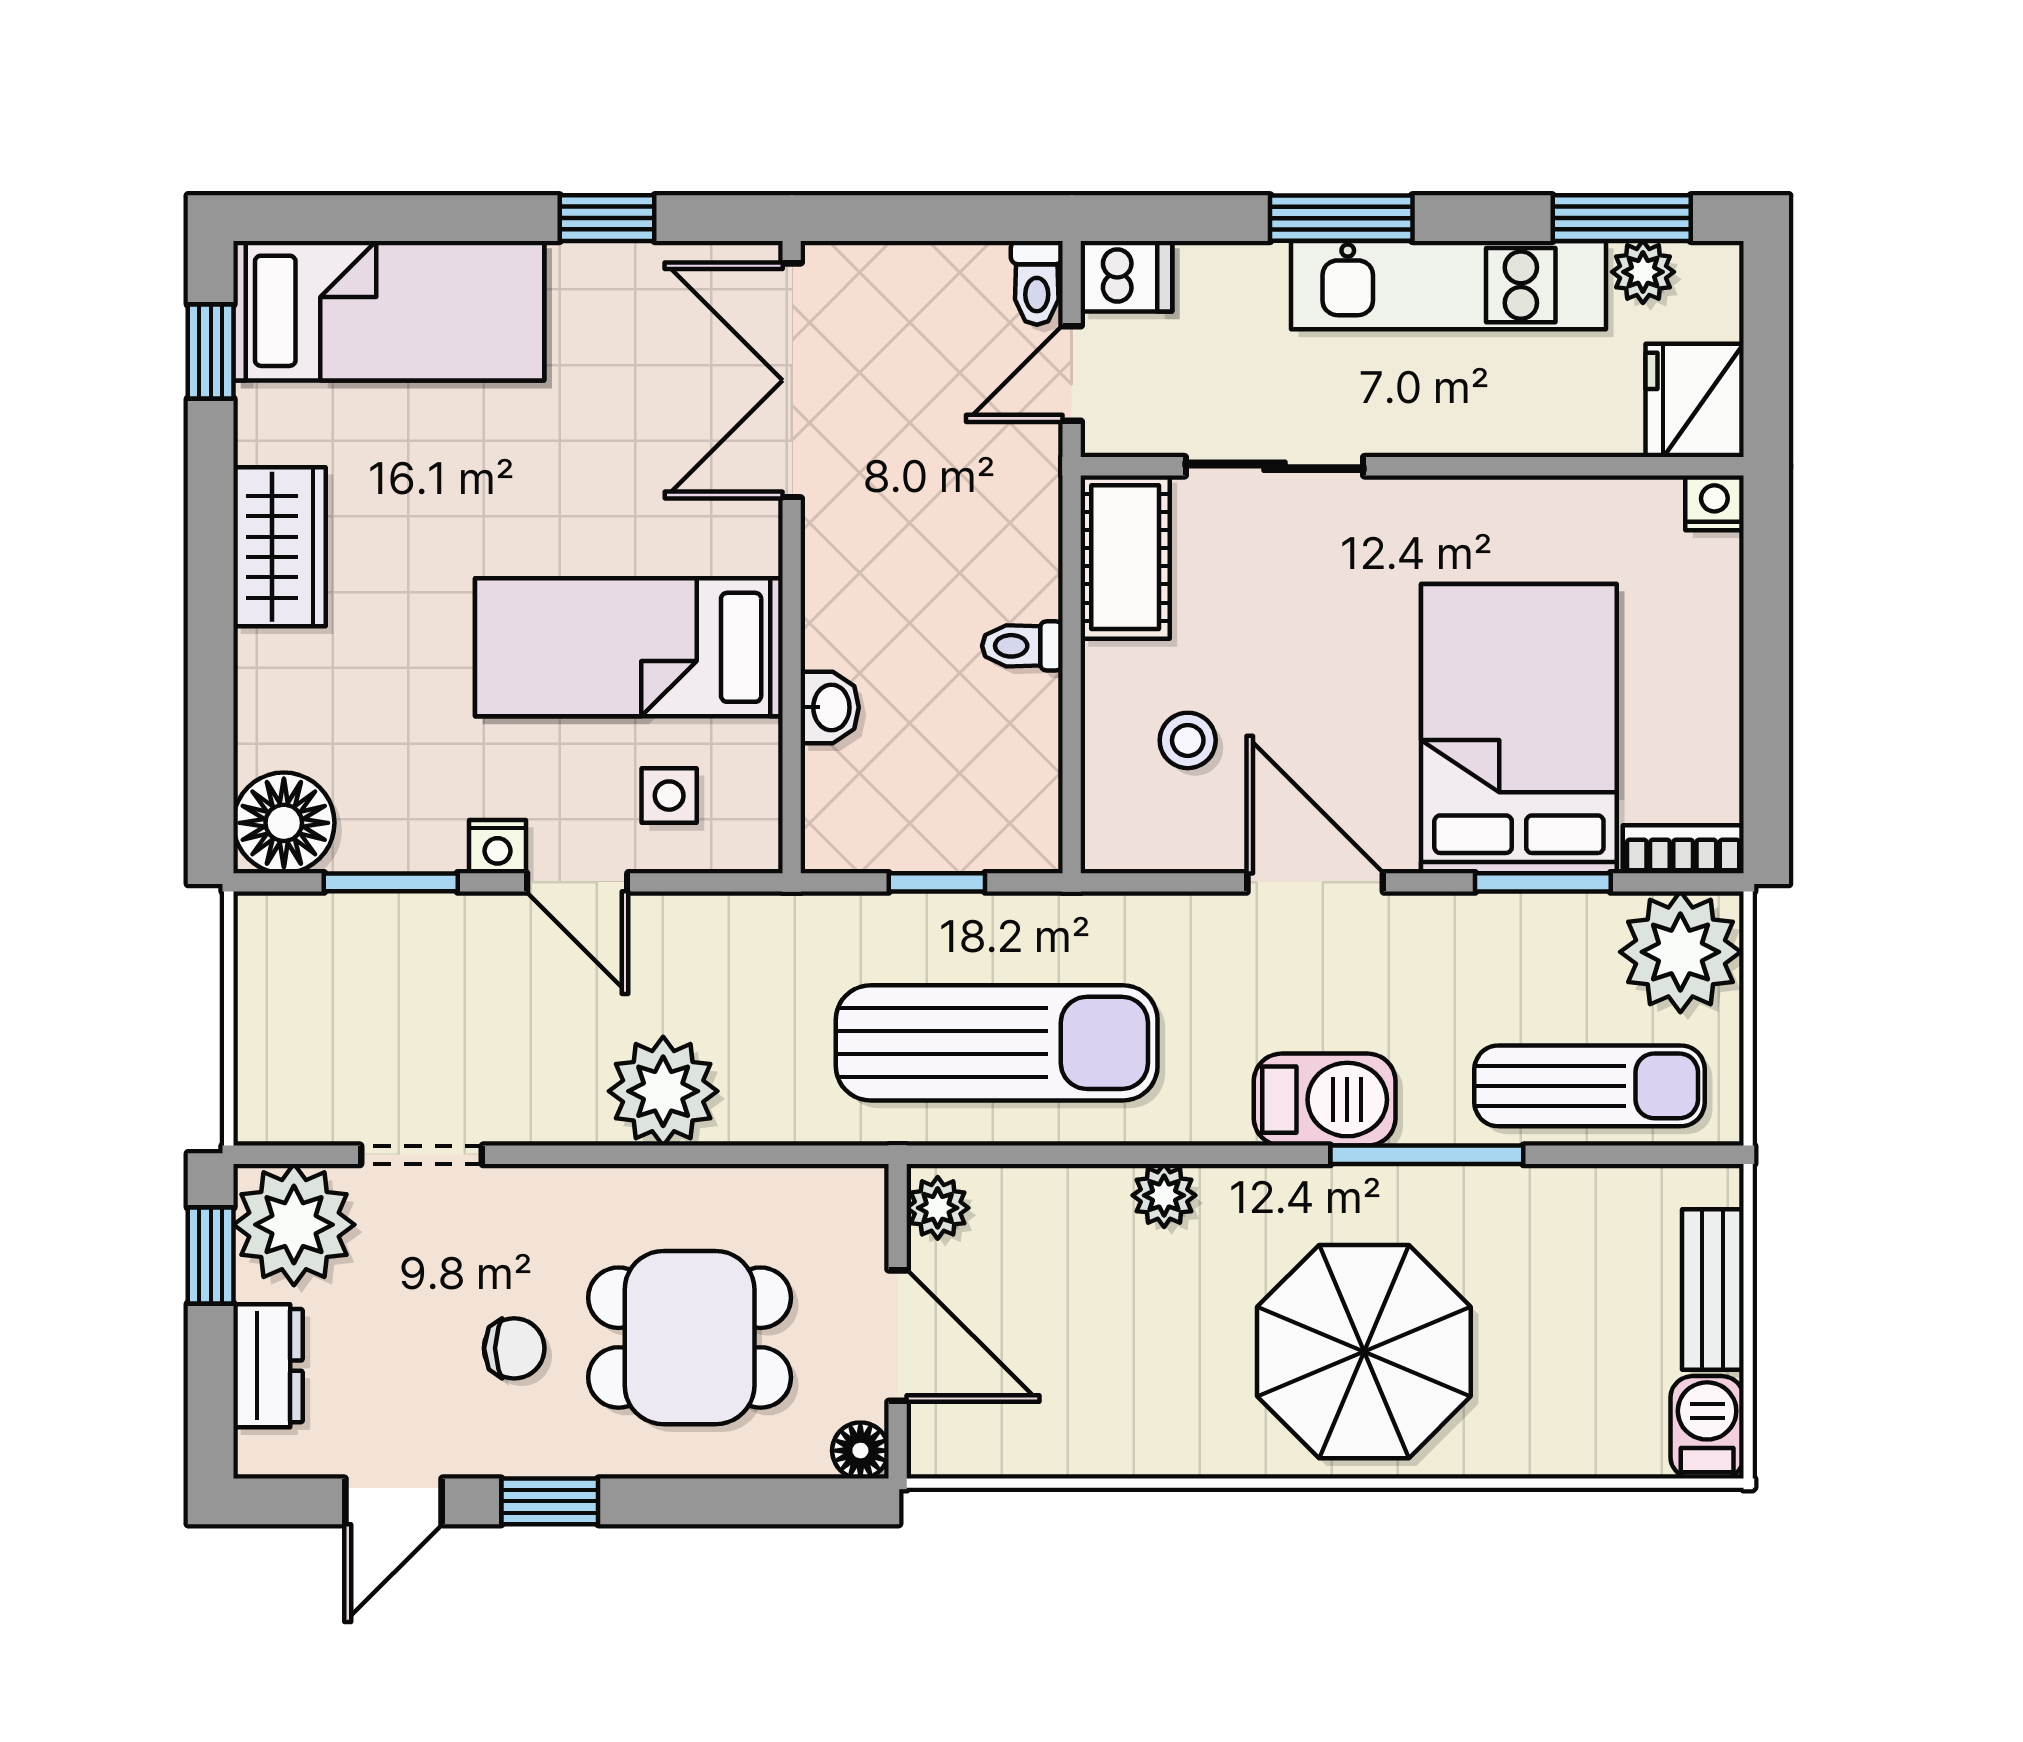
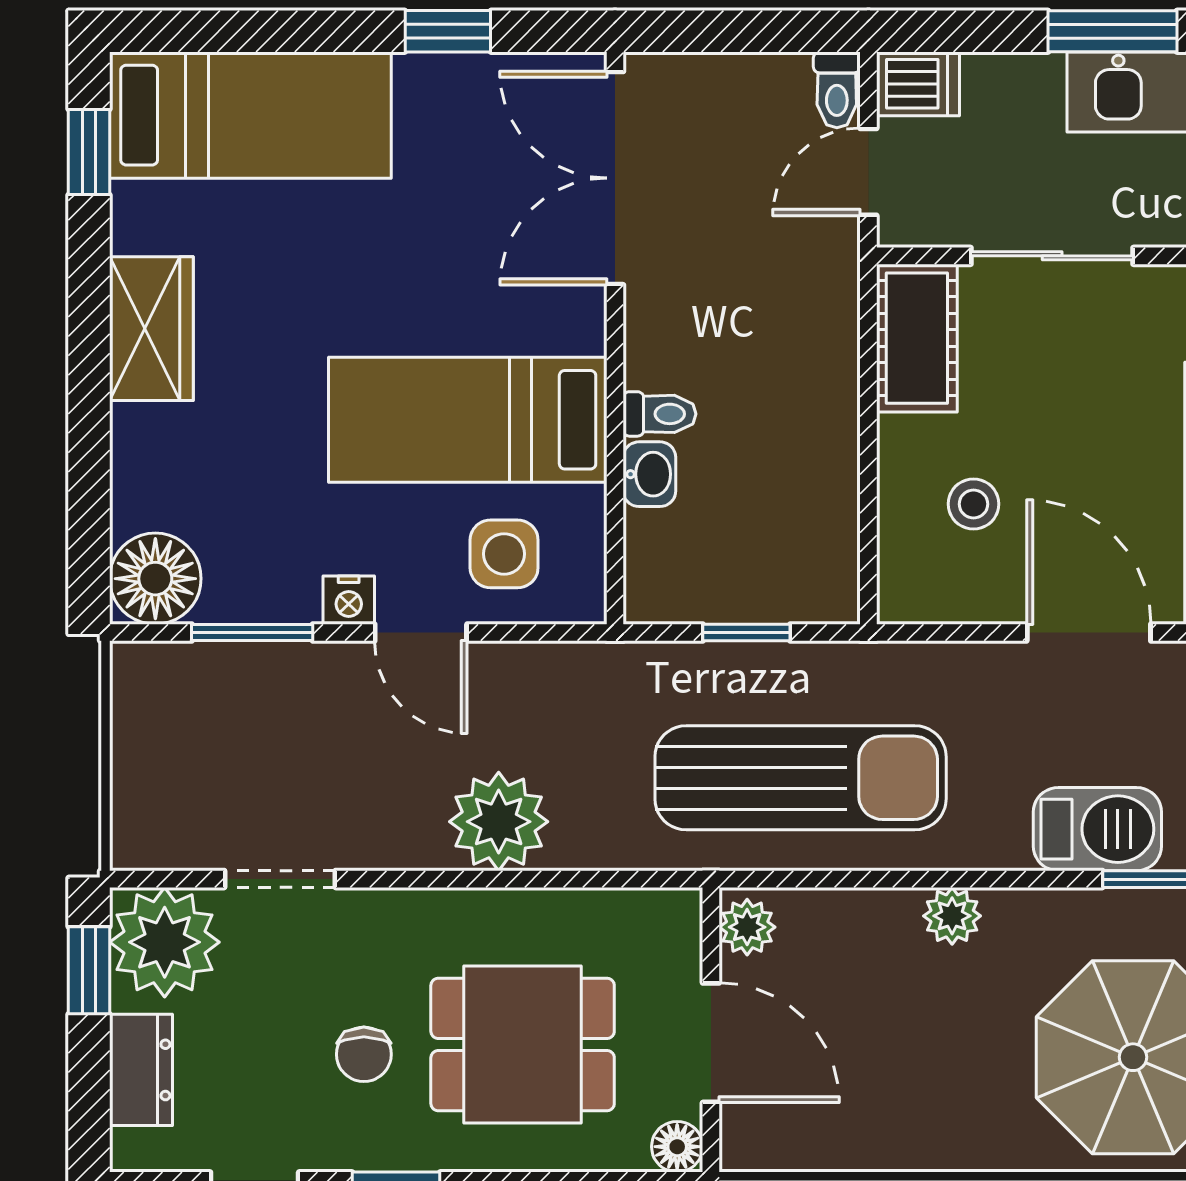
toilet: (1022, 646) -> (660, 414), moved, turned 180
side table: (669, 796) -> (504, 554), width x1.37, depth x1.37
chair: (514, 1348) -> (364, 1054), turned 90

